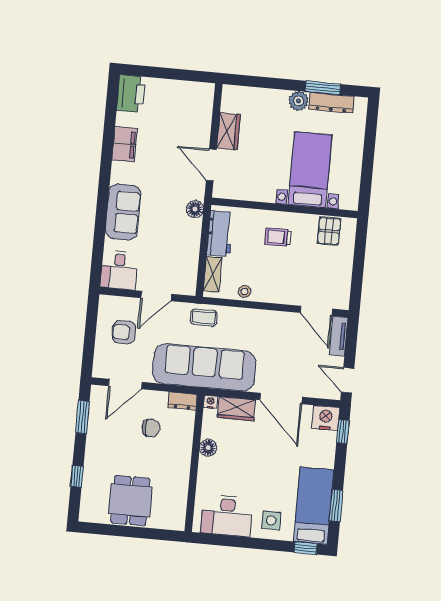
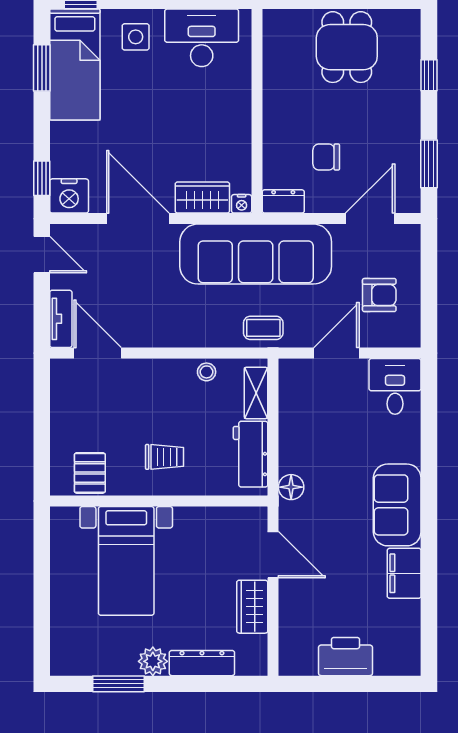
printer: (131, 94) -> (346, 657), moved, turned 90
dresser: (332, 103) -> (202, 663), moved
sofa: (123, 212) -> (397, 505), moved
floor lamp: (208, 448) -> (239, 136), removed

